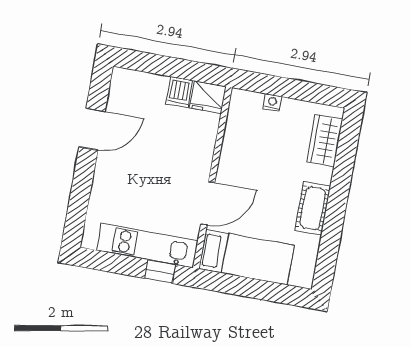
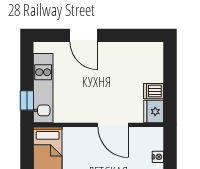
door: (92, 129) -> (84, 35), moved
door: (208, 203) -> (113, 125), moved

